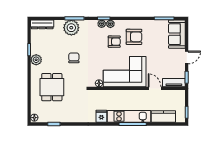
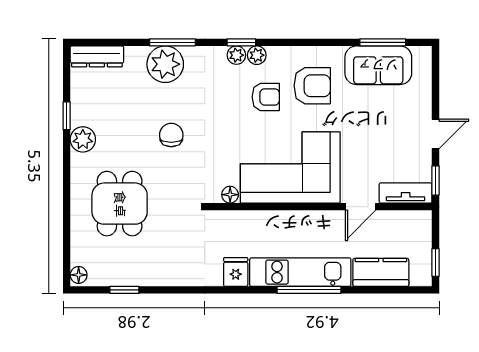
sofa: (177, 34) -> (378, 65), moved, turned -90
door: (155, 88) -> (361, 207), swing flipped

